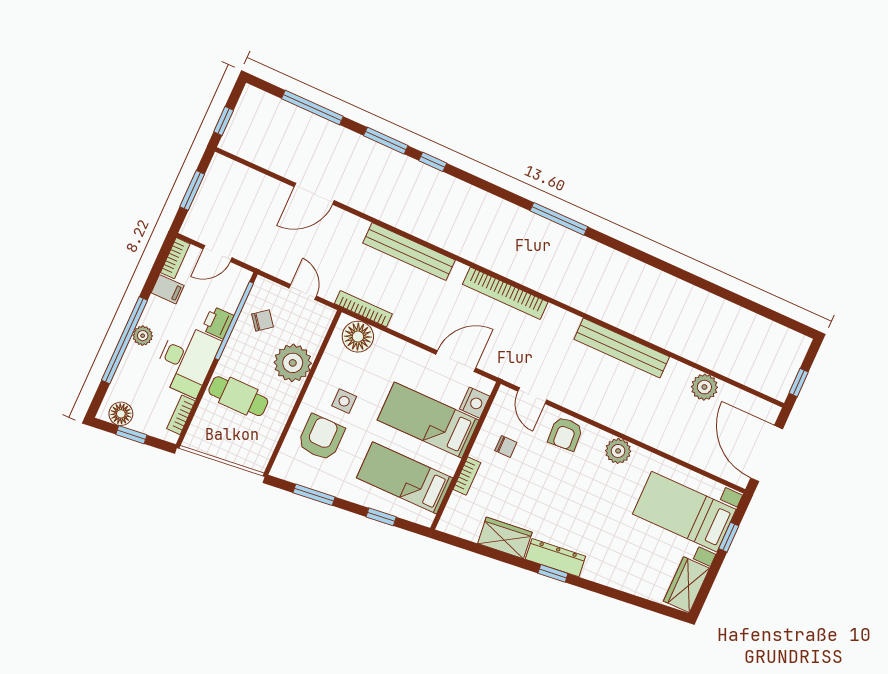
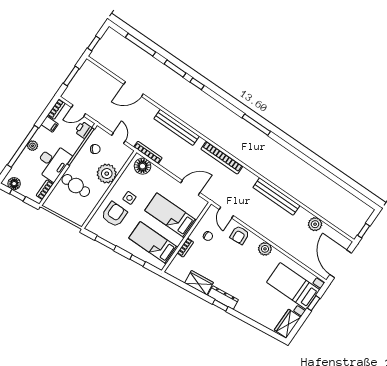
printer: (218, 323) -> (83, 130), moved
nightstand: (475, 403) -> (196, 211), removed

